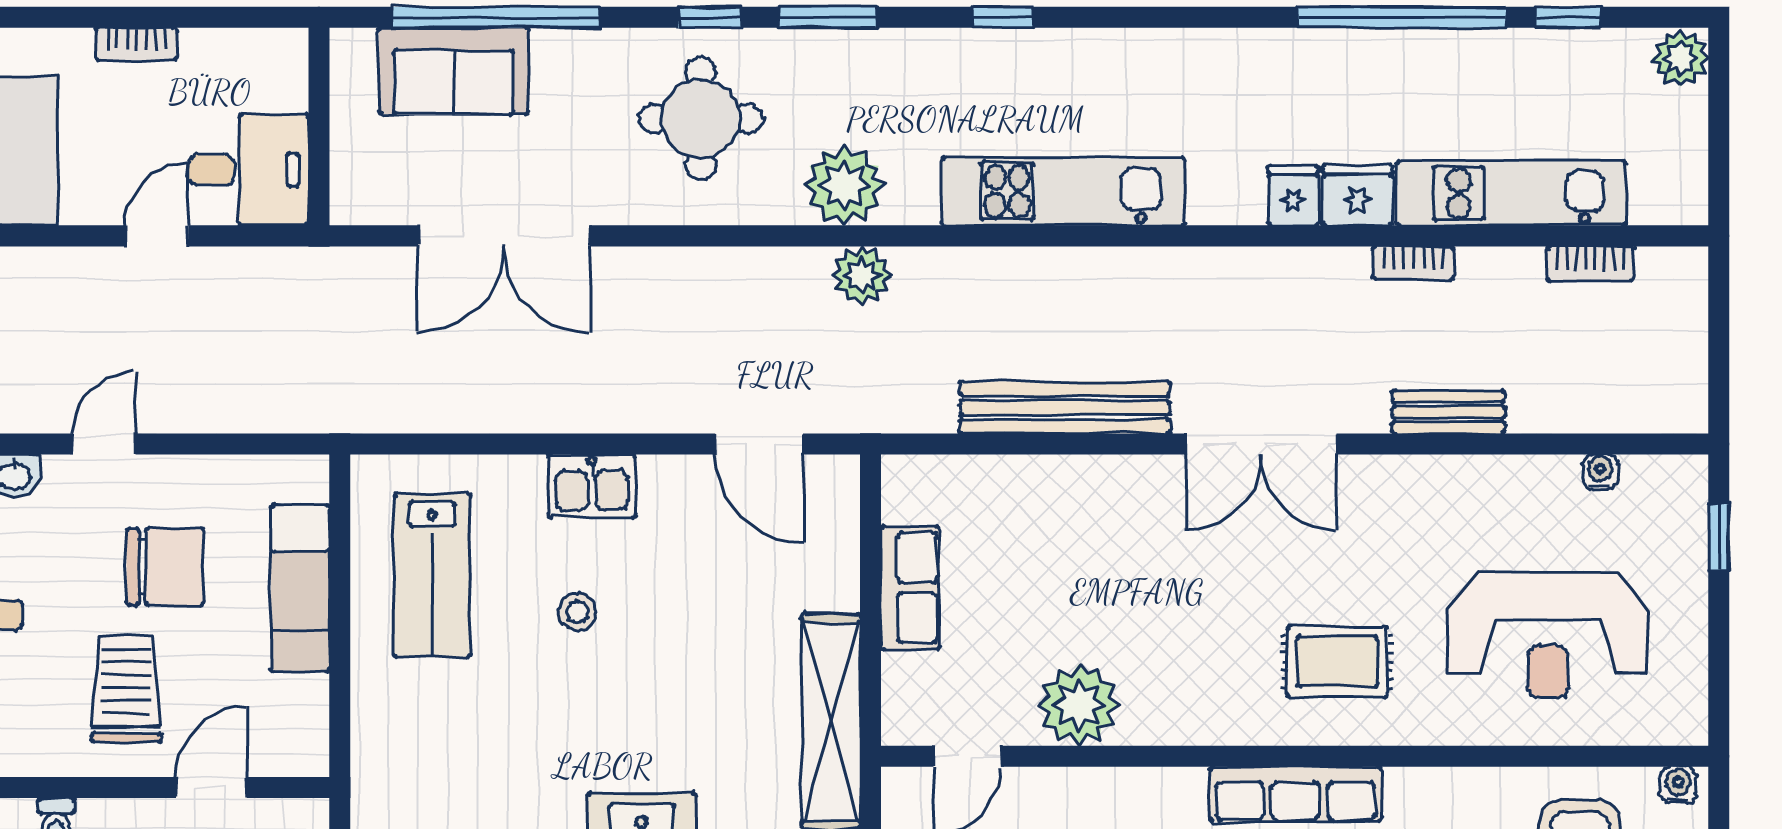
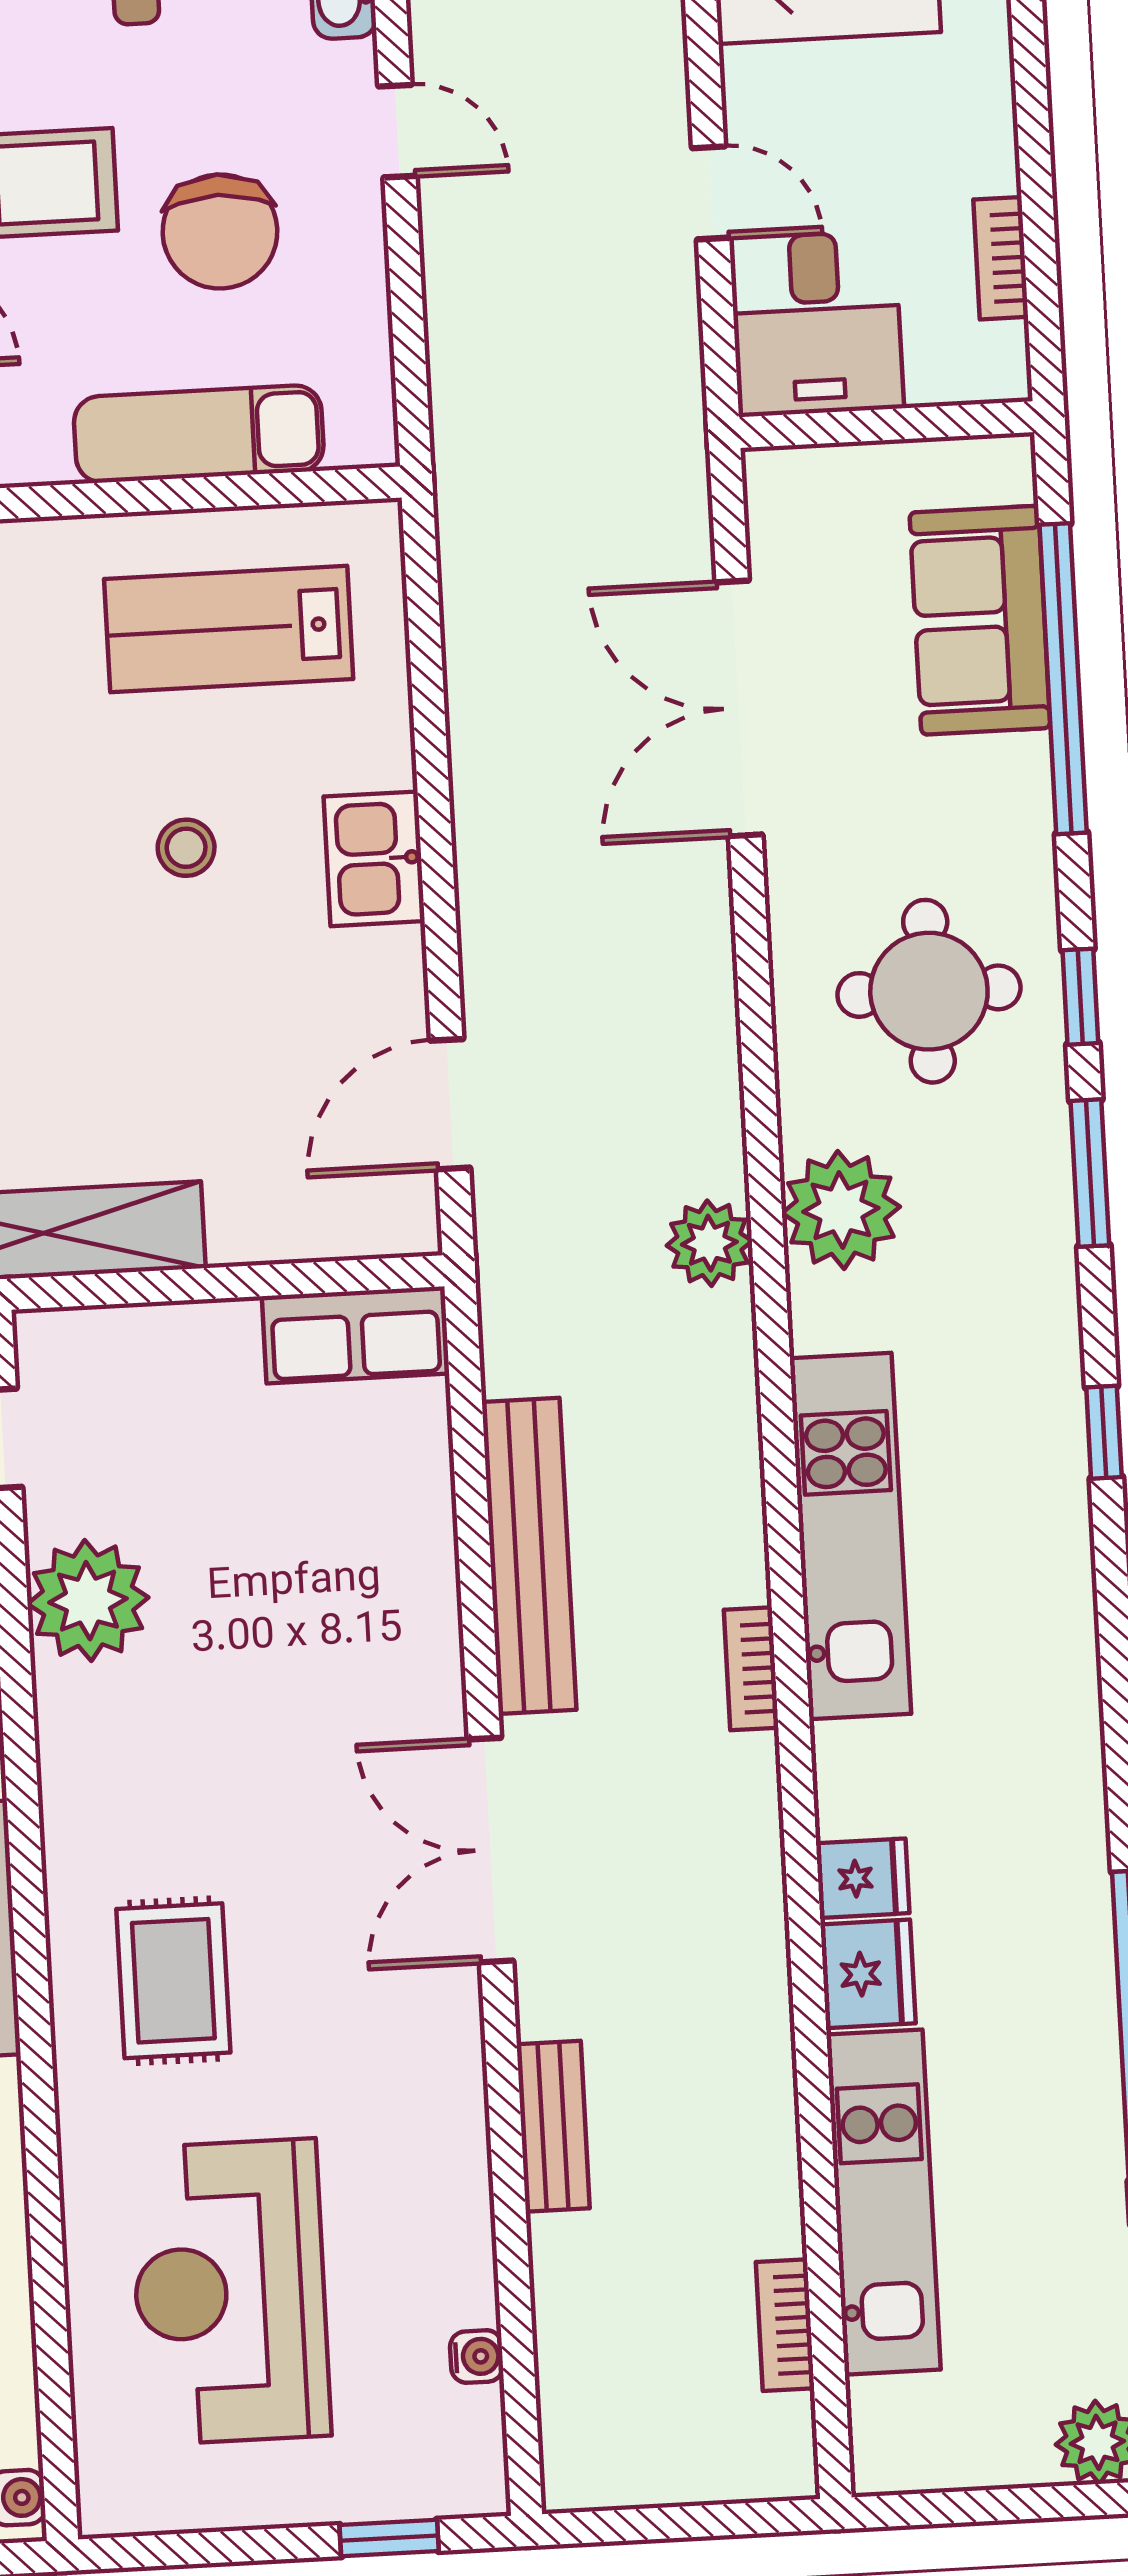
bookcase: (136, 44) -> (1001, 258), moved
bookcase: (1413, 263) -> (751, 1669), moved
row of seats: (910, 588) -> (356, 1335), moved

